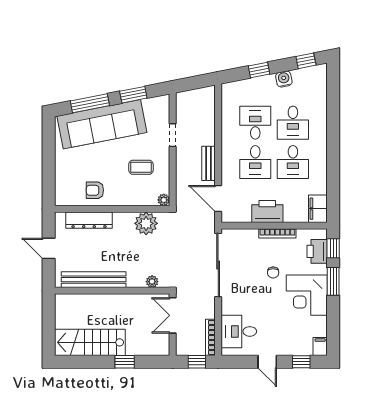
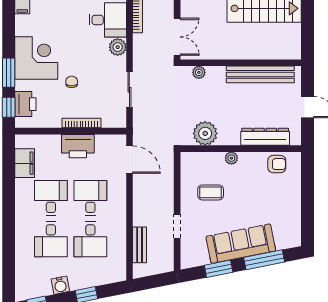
desk: (293, 123) -> (51, 239), turned 180
sofa: (102, 124) -> (241, 244), width x0.74, depth x0.79
bench: (209, 163) -> (140, 245), moved
armchair: (95, 190) -> (277, 164), moved
plant: (164, 200) -> (231, 158), moved
filing cabinet: (318, 209) -> (25, 163), moved
bookcase: (277, 233) -> (81, 123), moved
sliding door: (218, 265) -> (129, 90), width x0.54
plant: (229, 306) -> (118, 47), added

